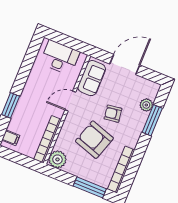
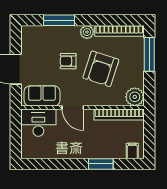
desk: (60, 57) -> (38, 123), moved, turned 90
plant: (146, 105) -> (87, 32), moved
armchair: (113, 114) -> (68, 61), turned 98

